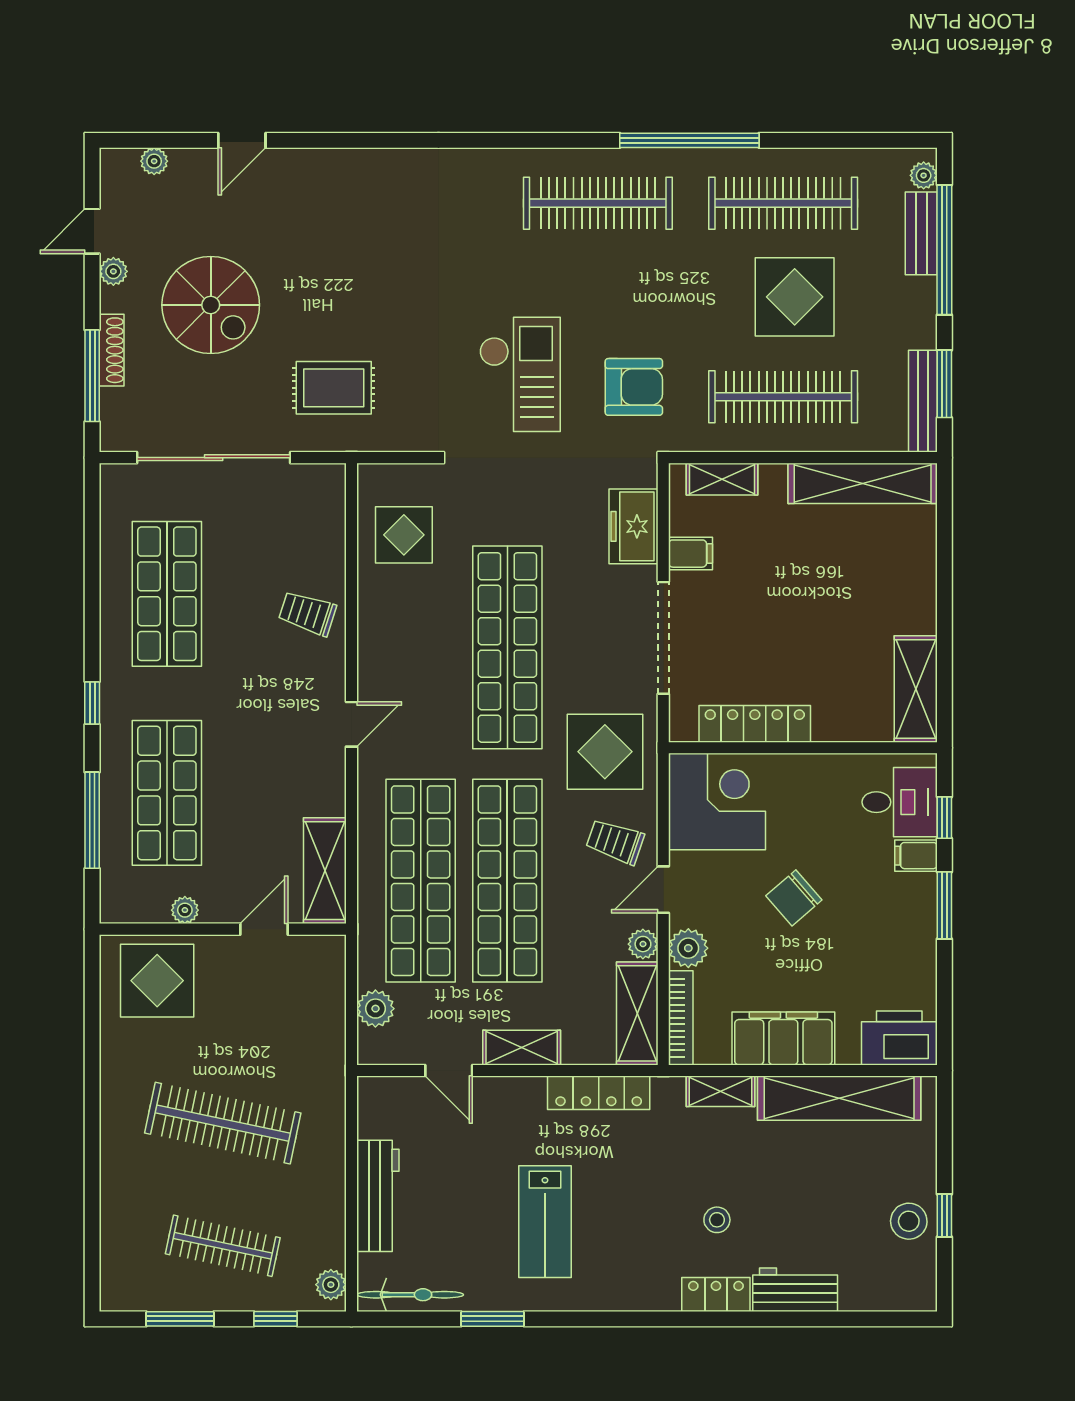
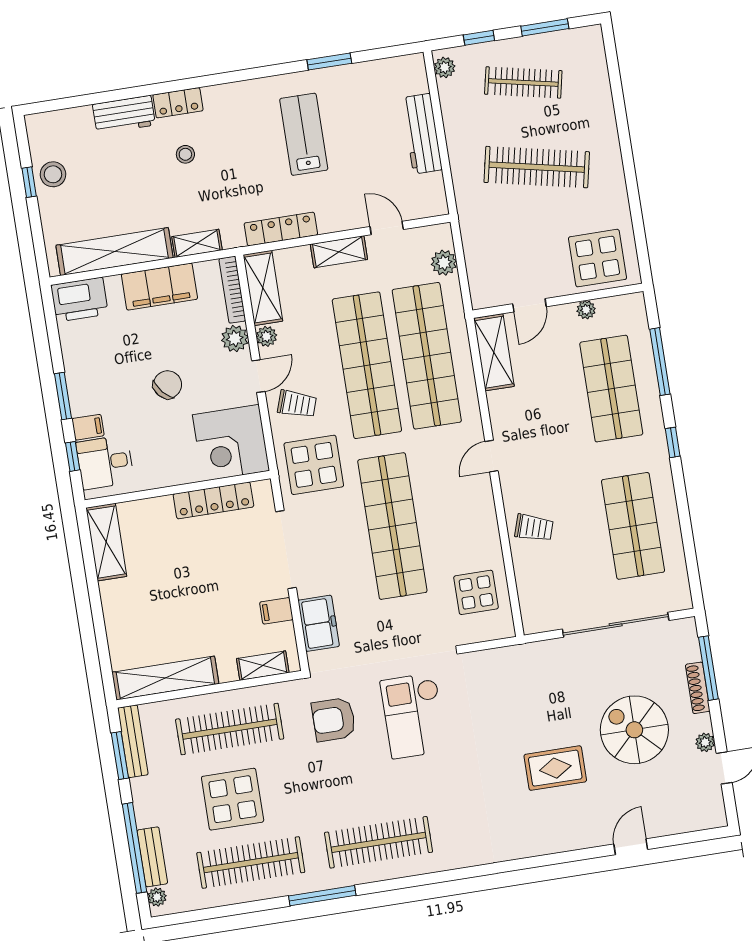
window: (689, 140) -> (322, 896), width x0.68
plant: (154, 161) -> (689, 823), removed
rug: (334, 388) -> (555, 768), moved
bicycle: (410, 1295) -> (389, 69), removed

